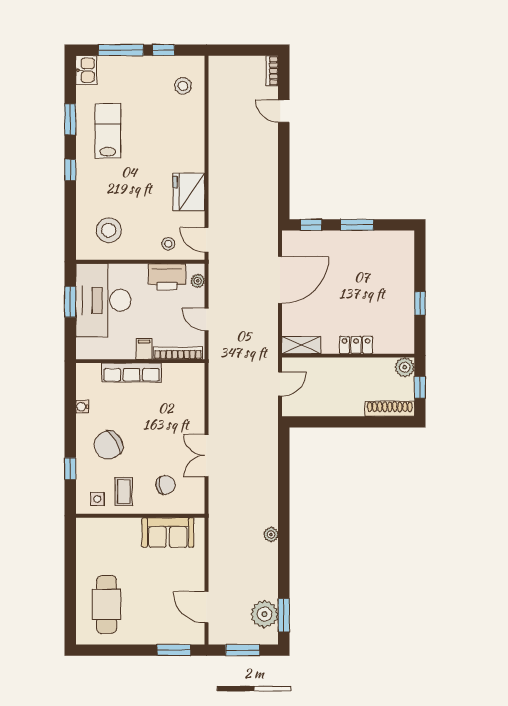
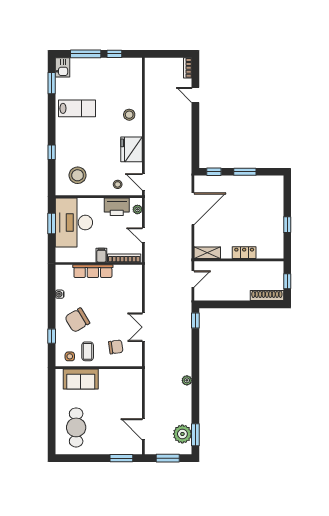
stool: (183, 86) -> (129, 115), moved
window: (70, 119) -> (52, 83), moved
lab bench: (108, 131) -> (77, 108), turned 90
window: (70, 170) -> (52, 152), moved
plant: (405, 367) -> (277, 268), removed
window: (284, 446) -> (195, 321), added
sofa: (168, 532) -> (81, 379), moved

